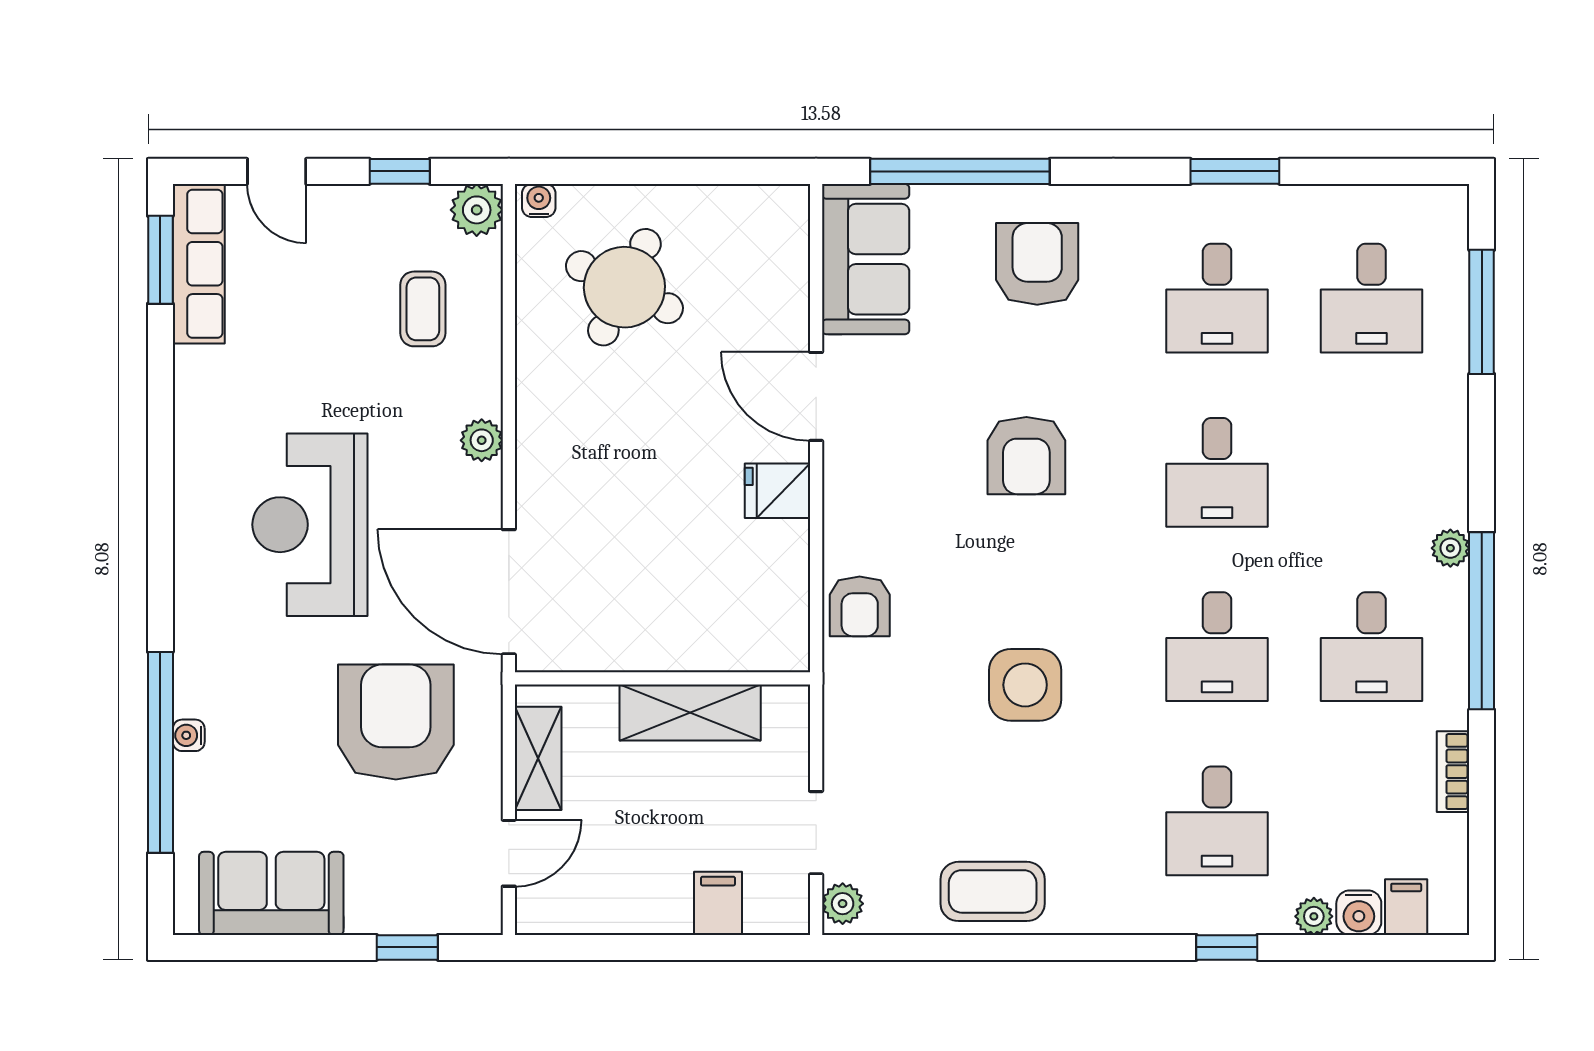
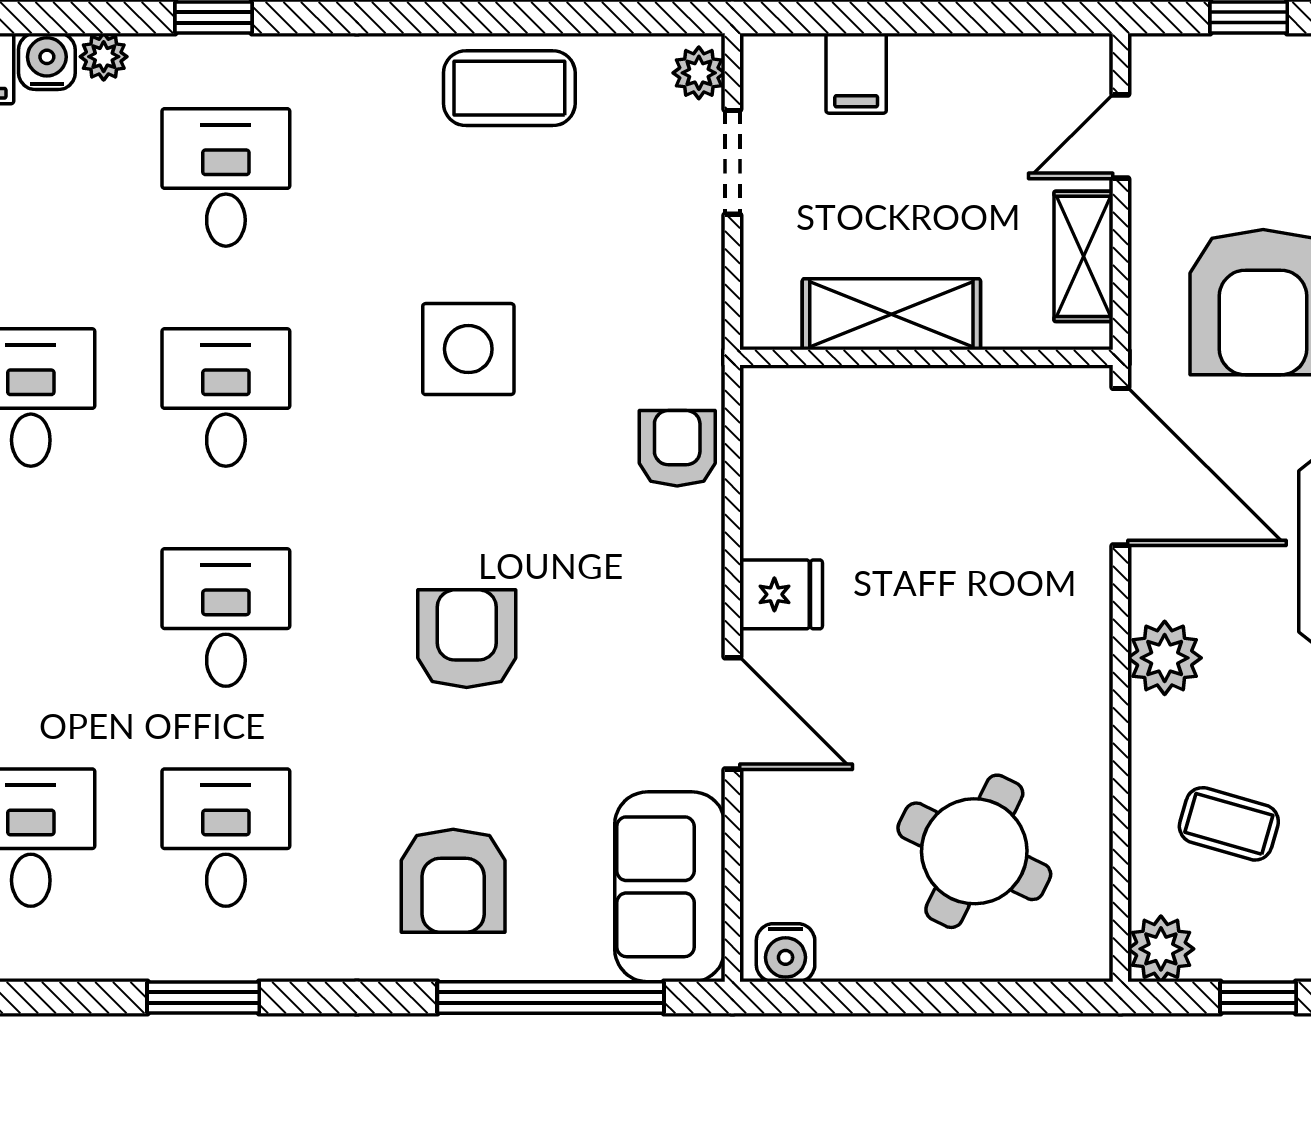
water cooler: (539, 200) -> (786, 953), moved, width x1.38, depth x1.38
coffee table: (423, 309) -> (1229, 824), turned -74
plant: (482, 440) -> (1165, 658), width x1.38, depth x1.38

